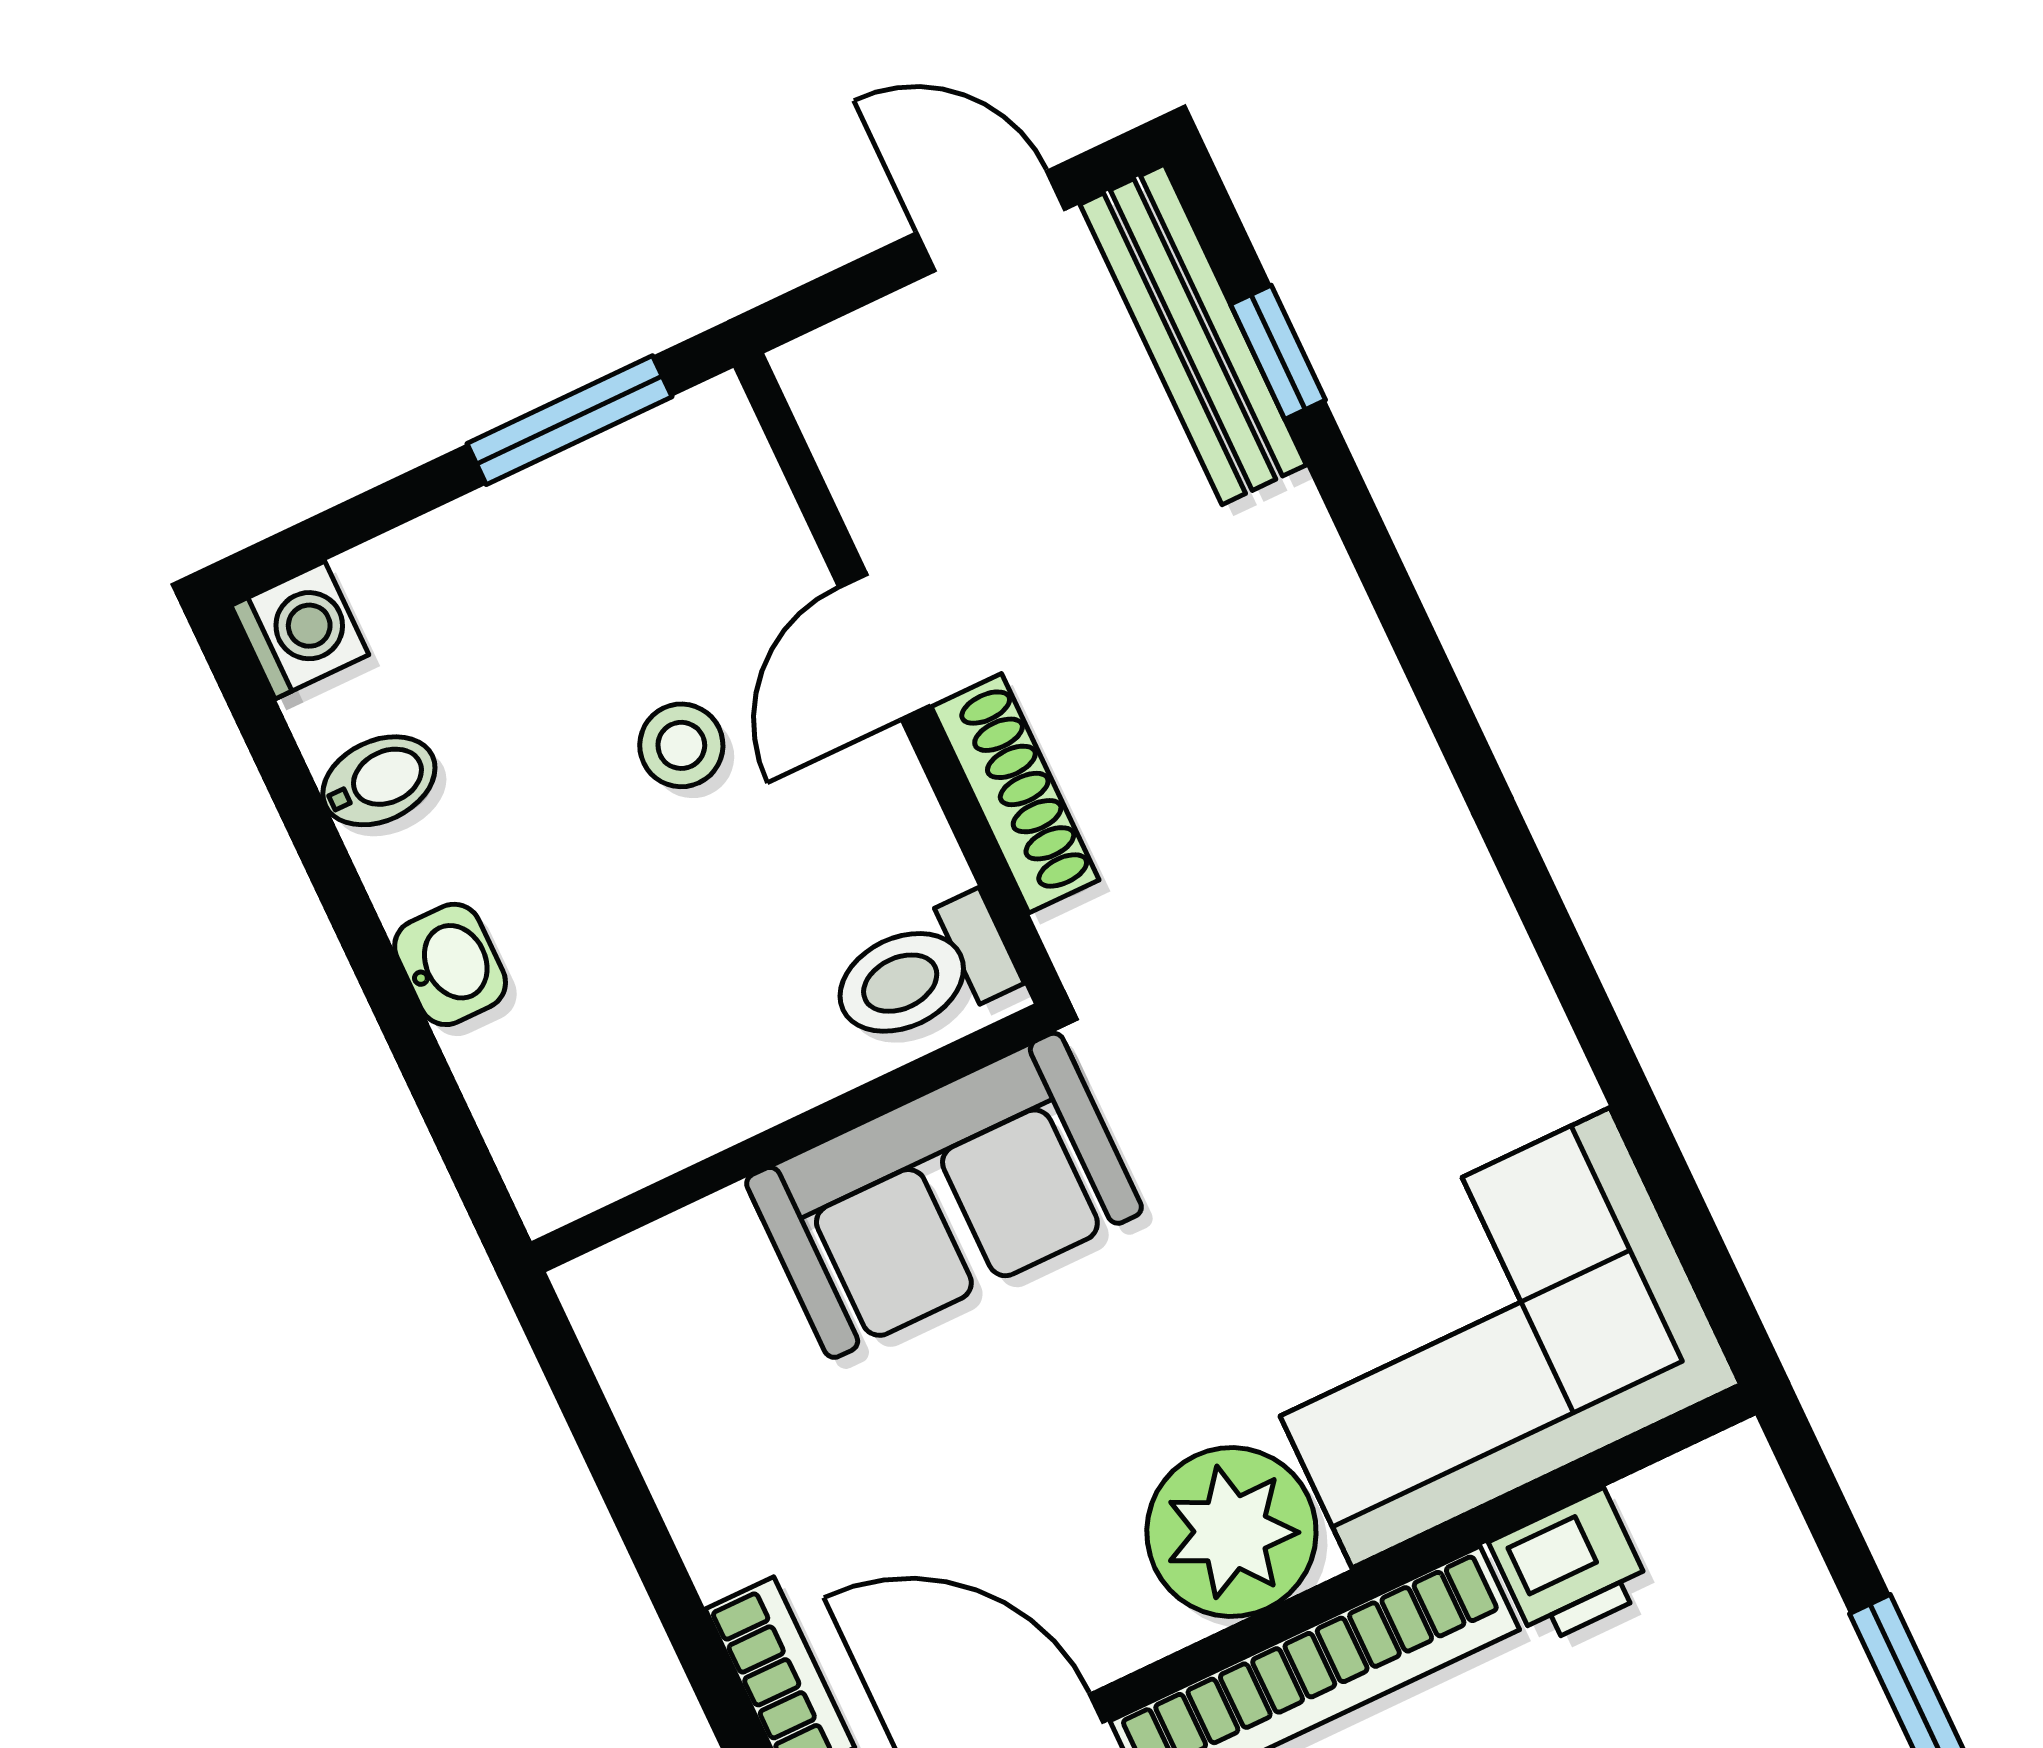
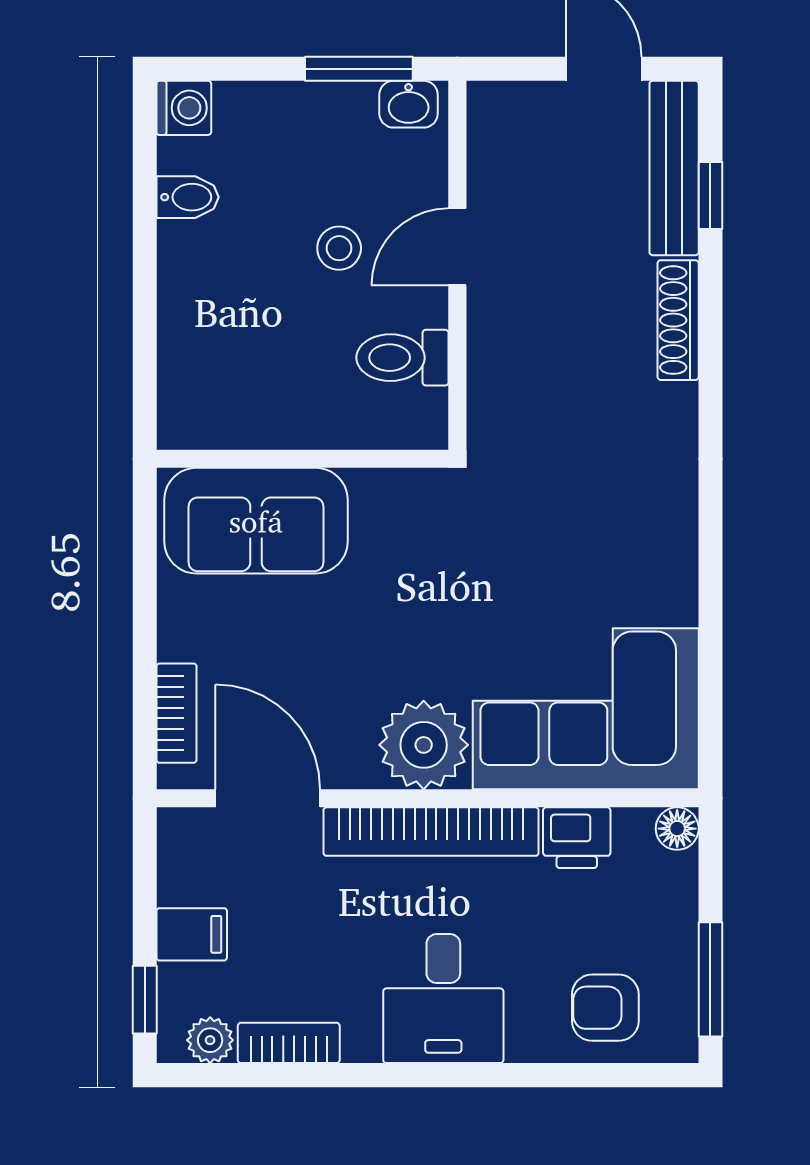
shoe rack: (1015, 793) -> (678, 320), moved, turned 180
washbasin: (450, 964) -> (409, 104), moved, turned 90
toilet: (922, 973) -> (402, 358), moved
sofa: (944, 1195) -> (256, 521), moved
floor lamp: (1736, 1470) -> (677, 829), added

